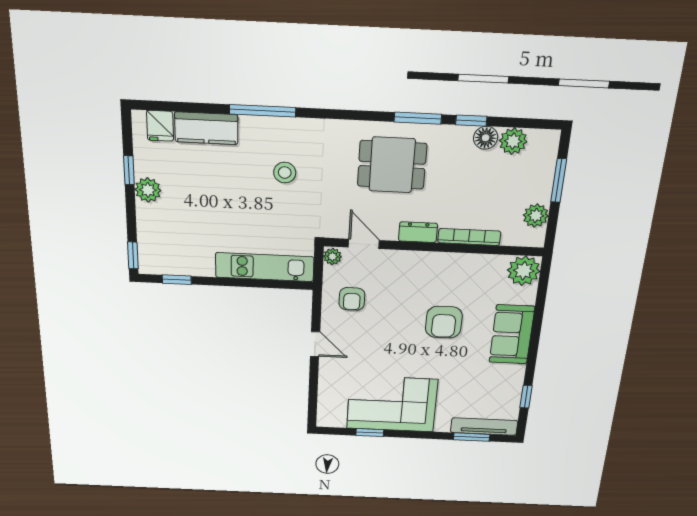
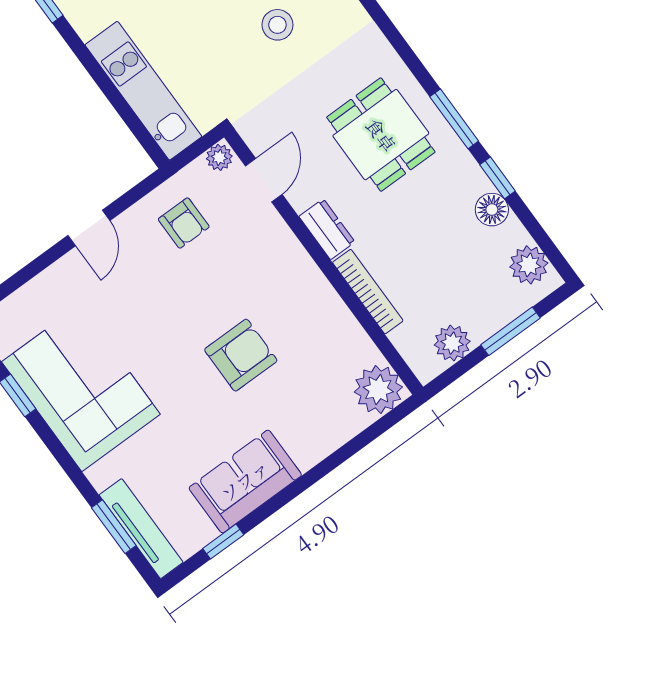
plant: (513, 141) -> (529, 265), moved
armchair: (352, 299) -> (184, 223), turned -90
armchair: (444, 322) -> (241, 355), turned 180
sofa: (512, 334) -> (245, 481), moved

